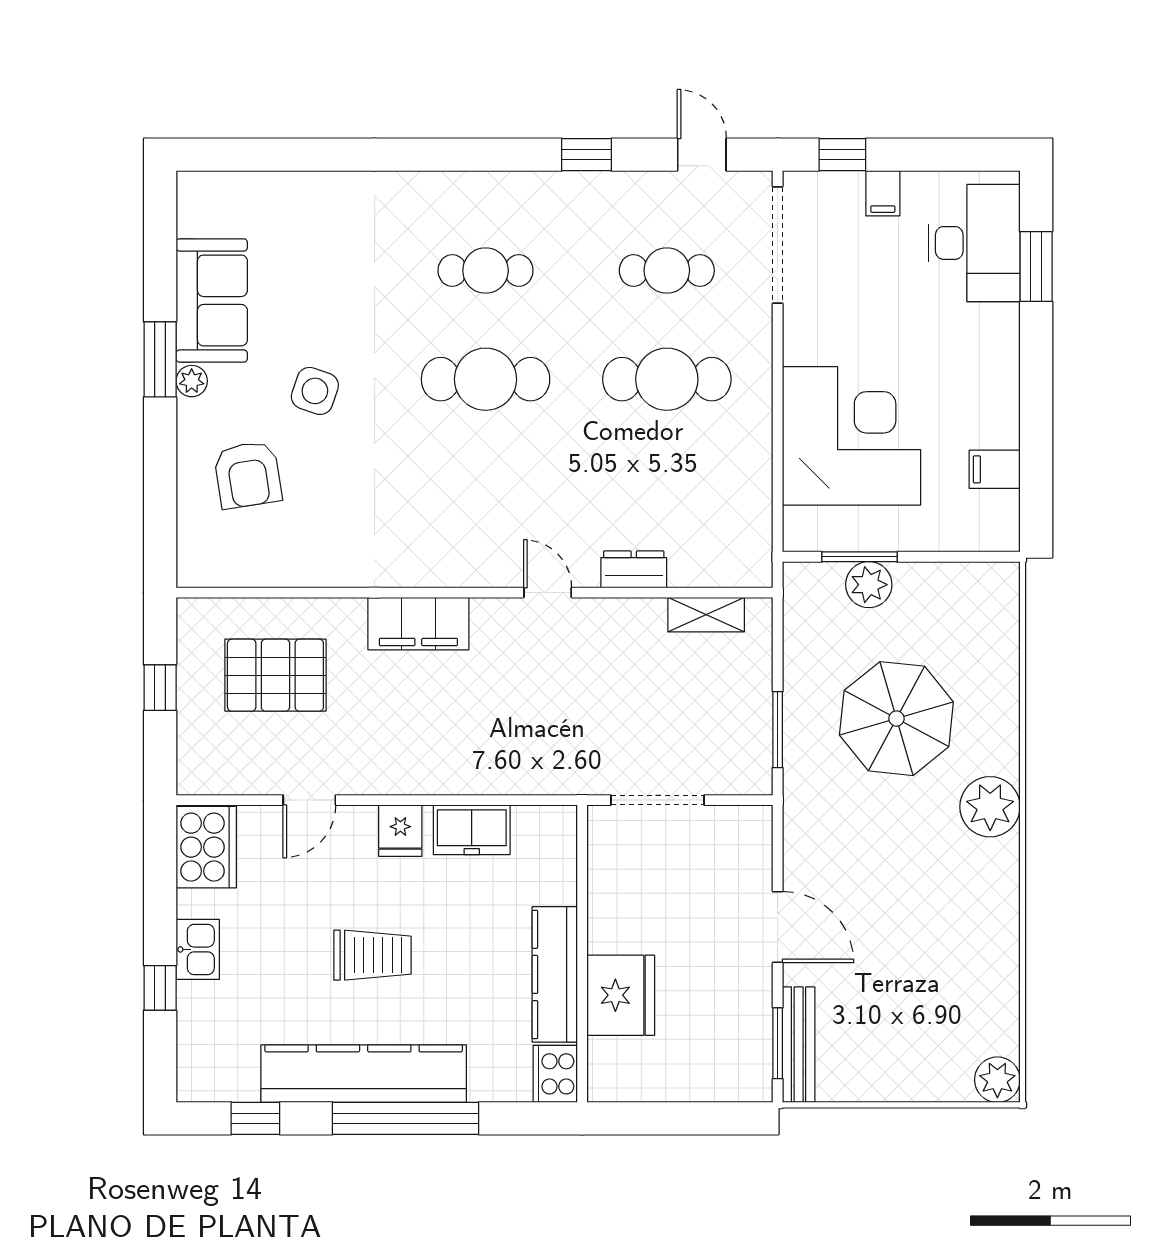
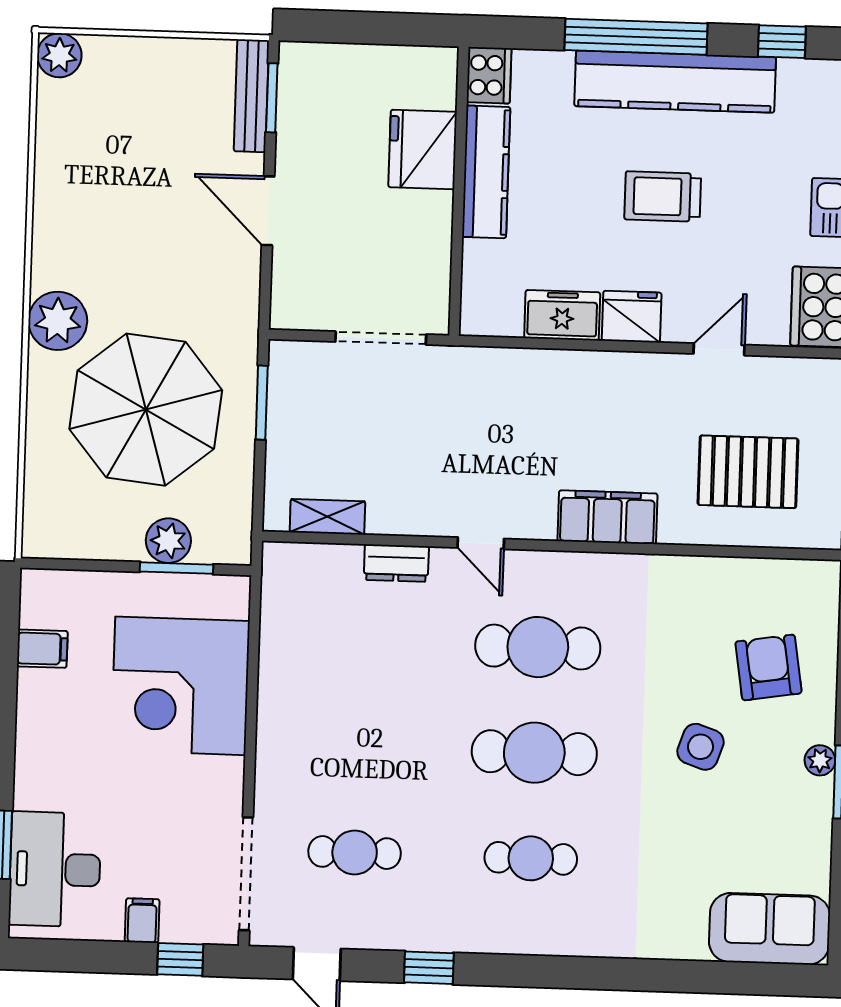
sofa: (212, 300) -> (770, 929), moved, turned 90
cafe table: (667, 379) -> (538, 647), moved
parasol: (896, 719) -> (146, 410), width x1.36, depth x1.36
fridge: (400, 831) -> (632, 317), width x1.38

